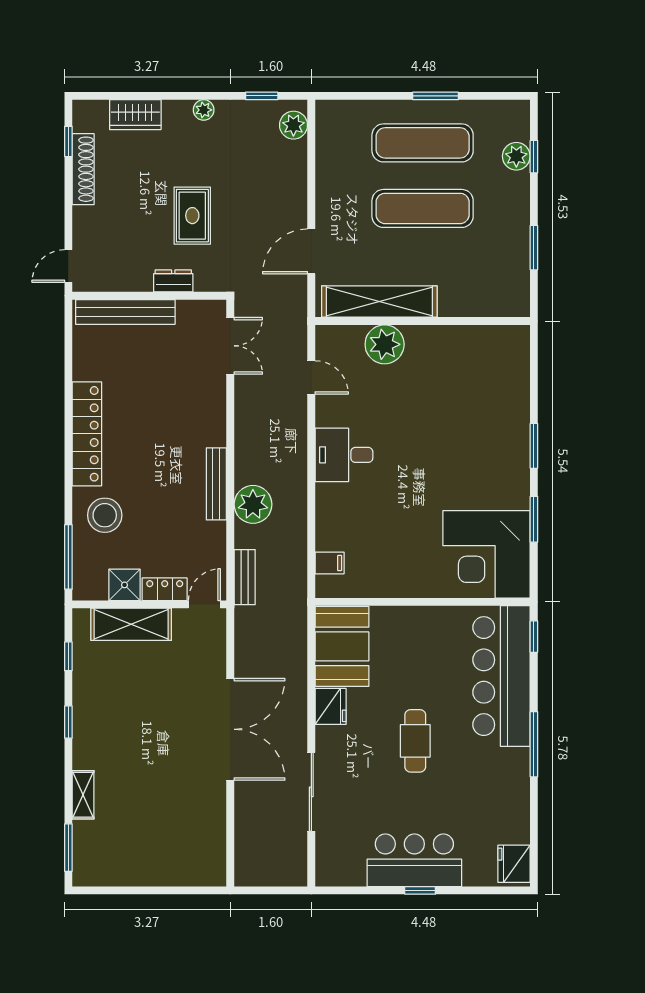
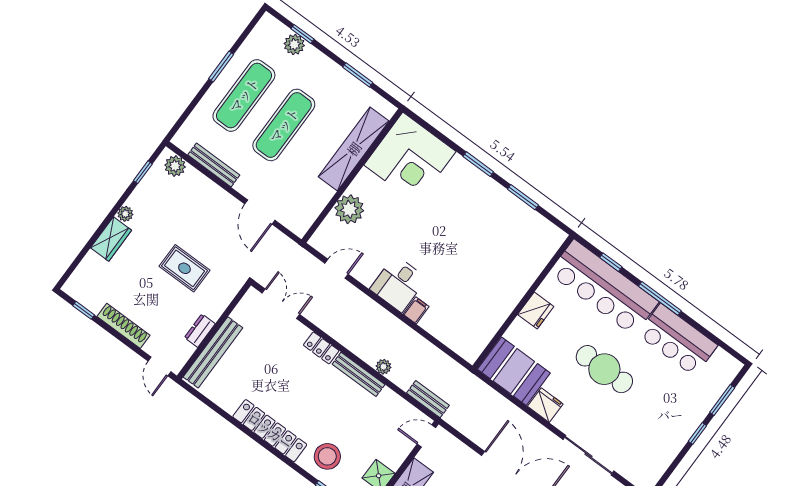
wardrobe: (135, 115) -> (111, 239), moved
bench: (325, 165) -> (214, 165), added
shoe rack: (83, 169) -> (123, 326), moved
dresser: (173, 281) -> (200, 331), moved
shelving: (379, 302) -> (354, 149), moved
plant: (253, 504) -> (384, 367), width x0.53, depth x0.53
corner desk: (486, 554) -> (410, 158), moved
filing cabinet: (330, 563) -> (416, 310), moved
locker: (165, 589) -> (321, 348), moved, turned -90
door: (204, 604) -> (426, 436), hinge flipped
window: (534, 637) -> (611, 262), moved
cafe table: (415, 741) -> (604, 369), width x1.37, depth x1.35
bar counter: (414, 860) -> (678, 340), moved, turned -90
fridge: (514, 864) -> (536, 310), moved, turned -90
window: (475, 890) -> (722, 400), added

